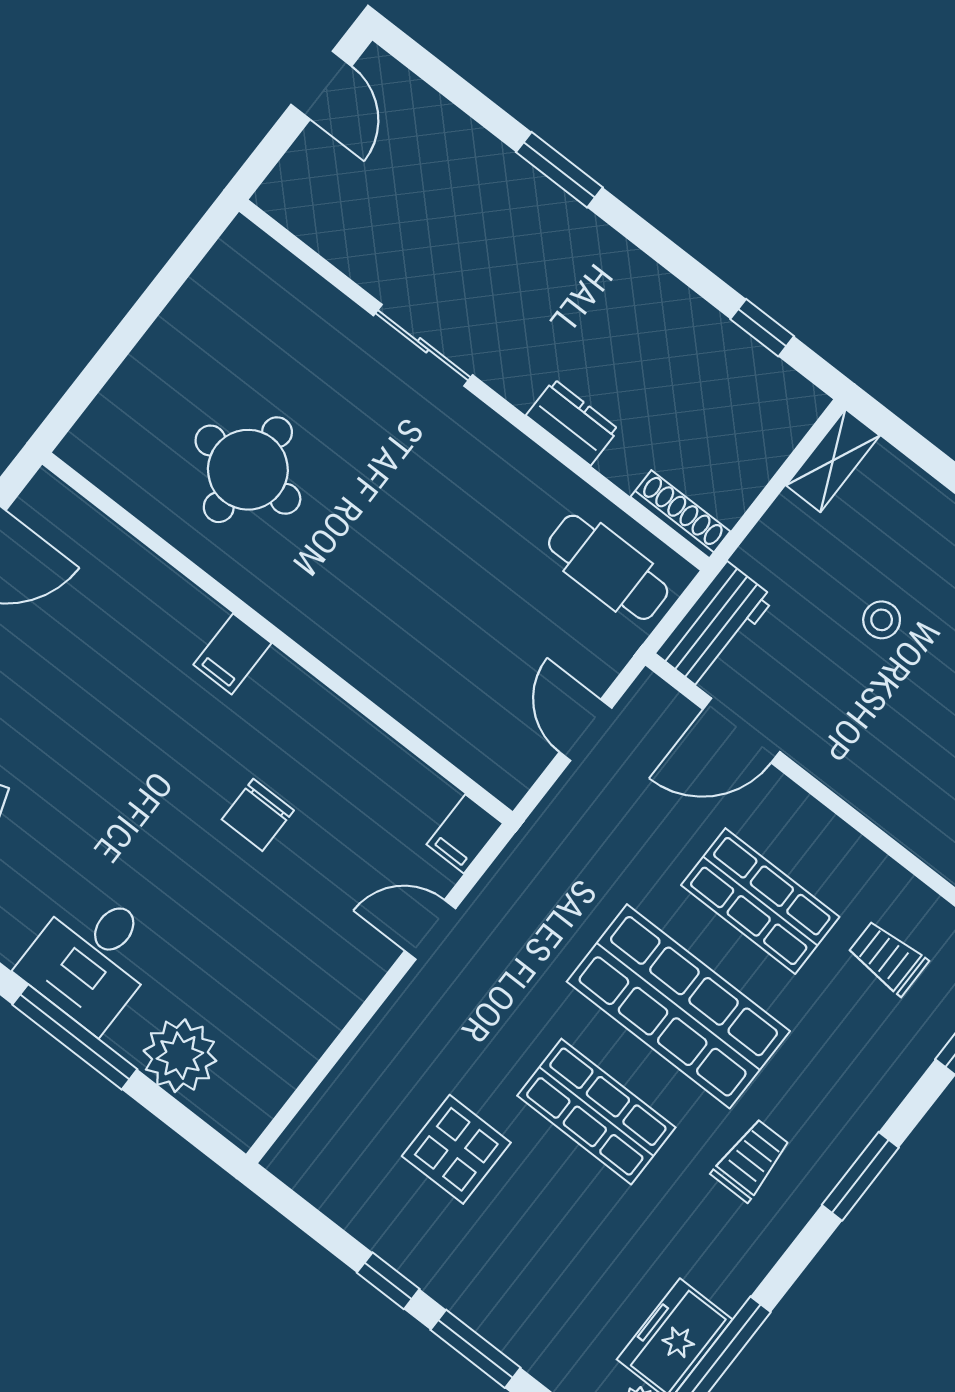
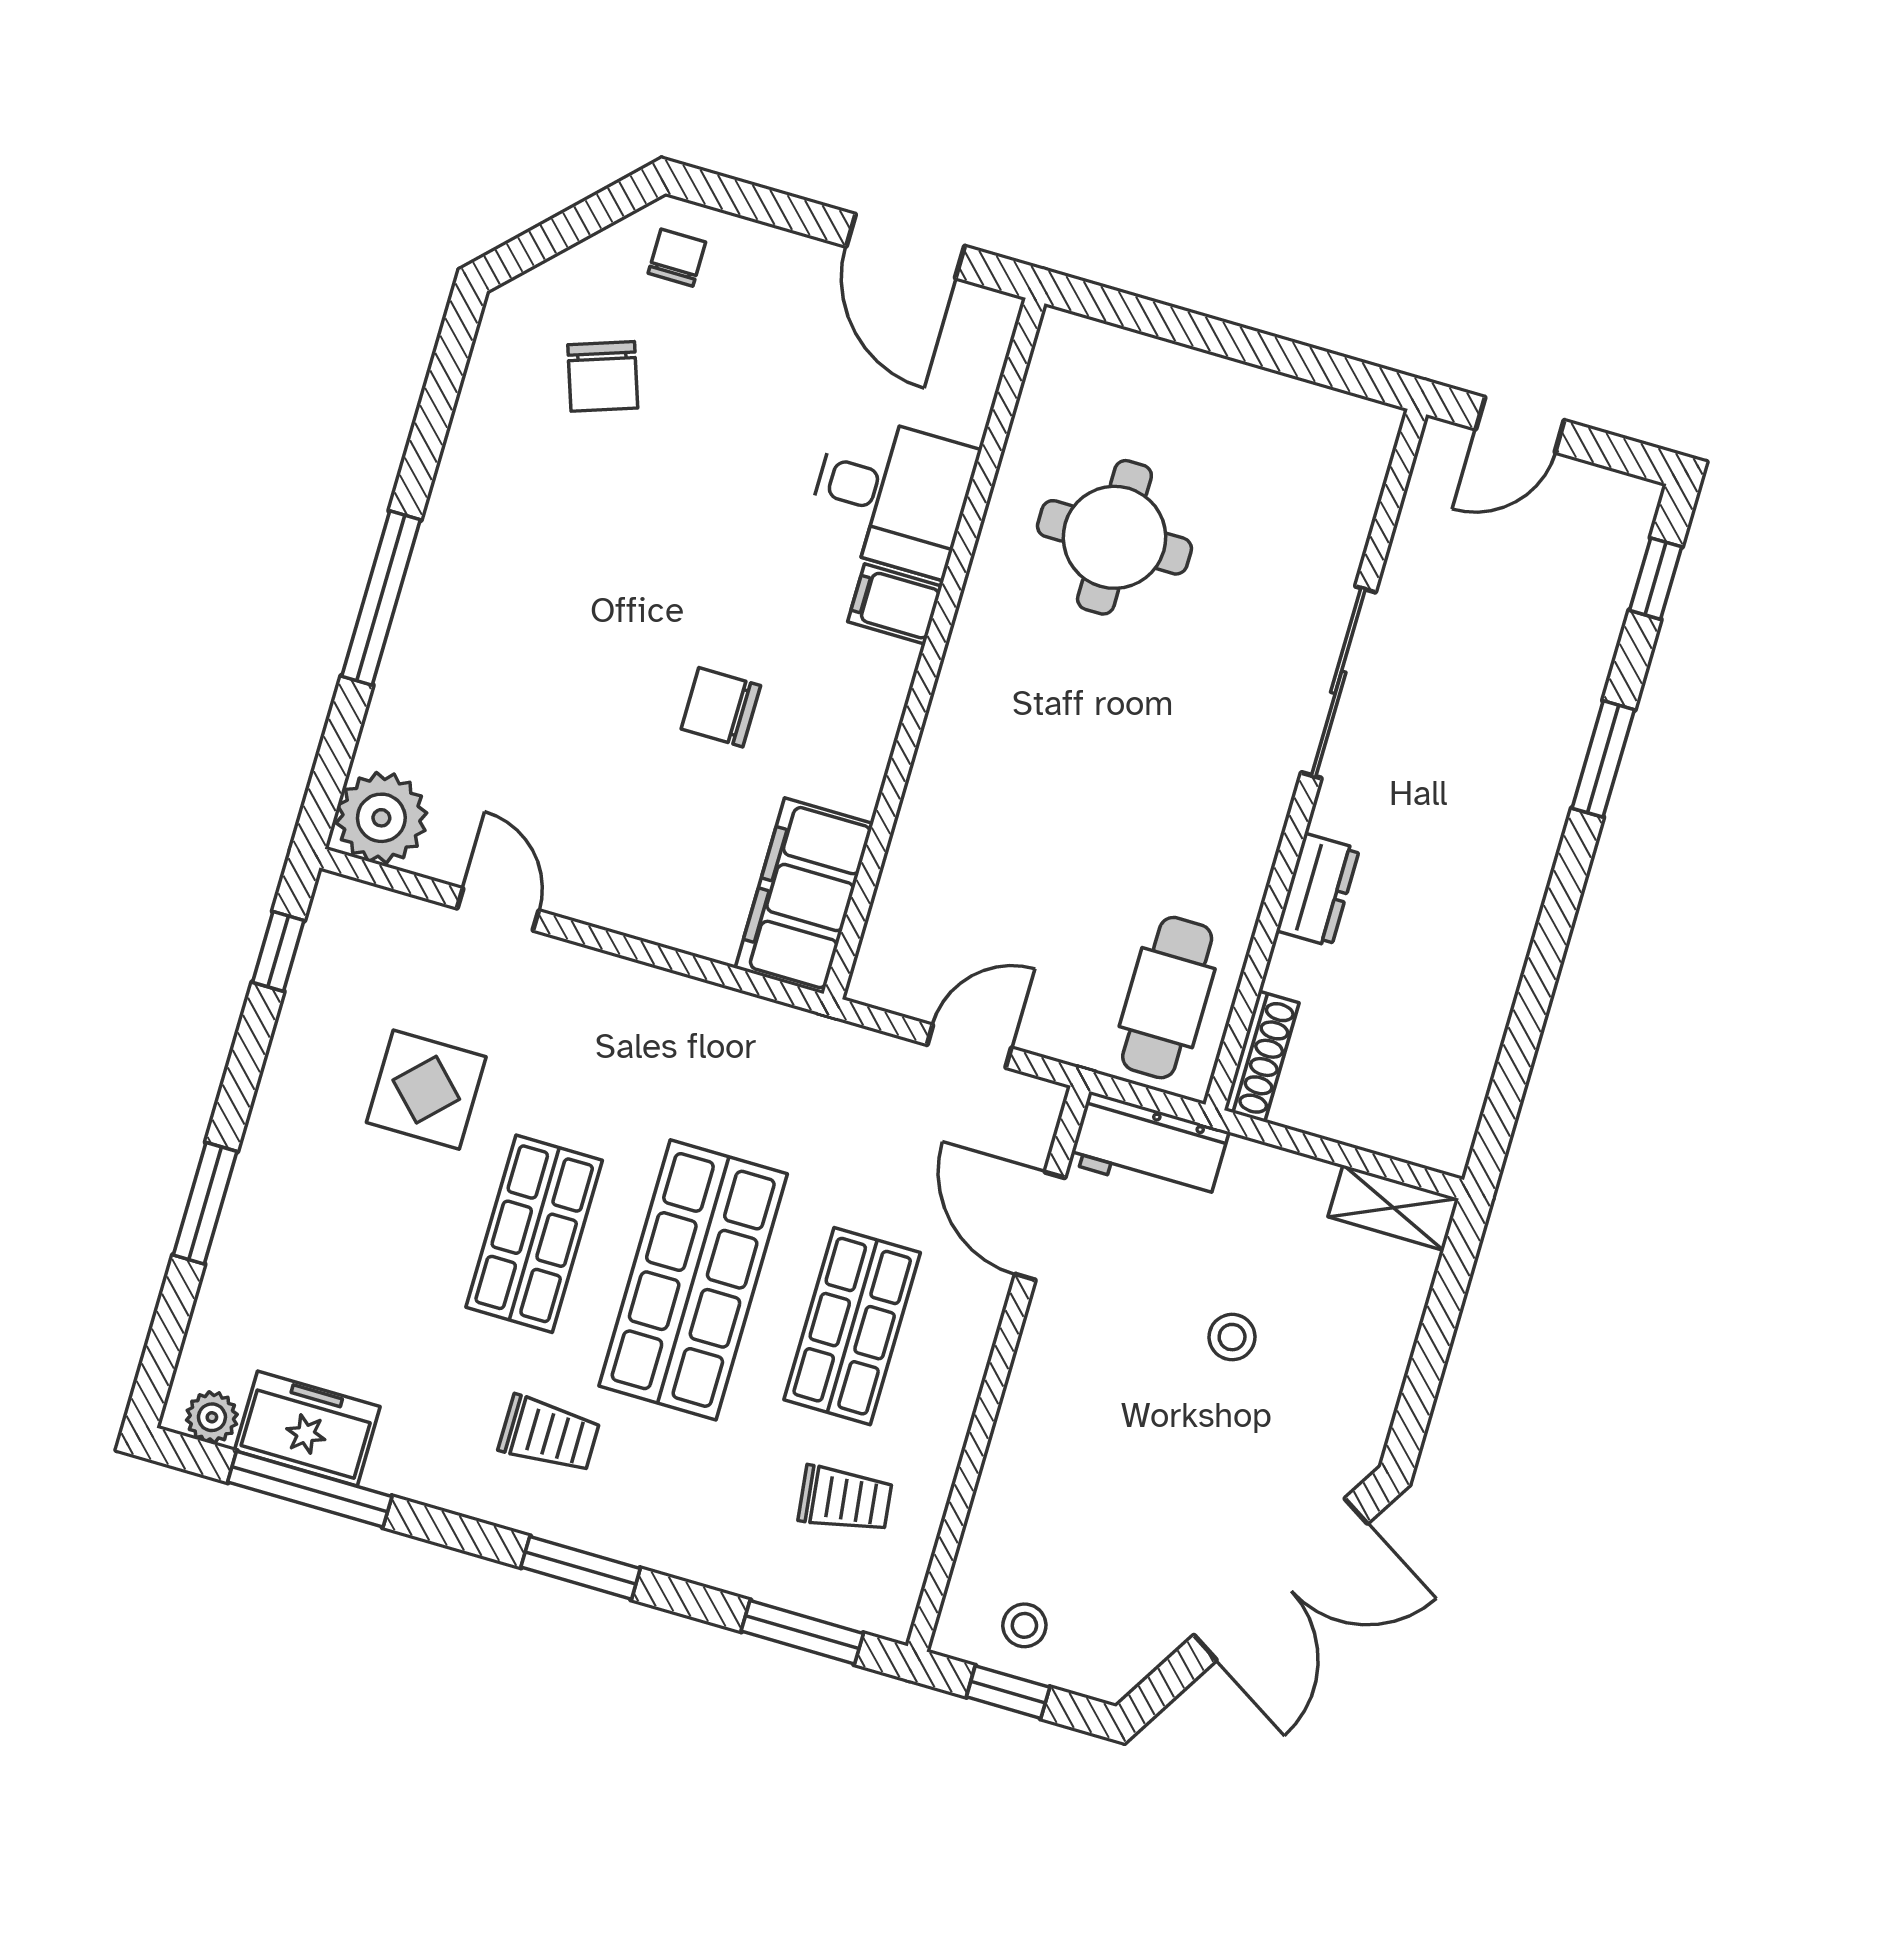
door: (321, 85) -> (1520, 425), moved
window: (762, 328) -> (1656, 579), moved
sliding door: (423, 345) -> (1338, 682), width x1.37
filing cabinet: (465, 834) -> (804, 896), width x3.00, depth x1.17
door: (430, 930) -> (498, 909), moved
desk: (92, 958) -> (892, 495), moved, turned 180
trolley: (888, 958) -> (845, 1499), turned 83
plant: (180, 1056) -> (381, 818), moved
window: (388, 1281) -> (278, 951), moved

